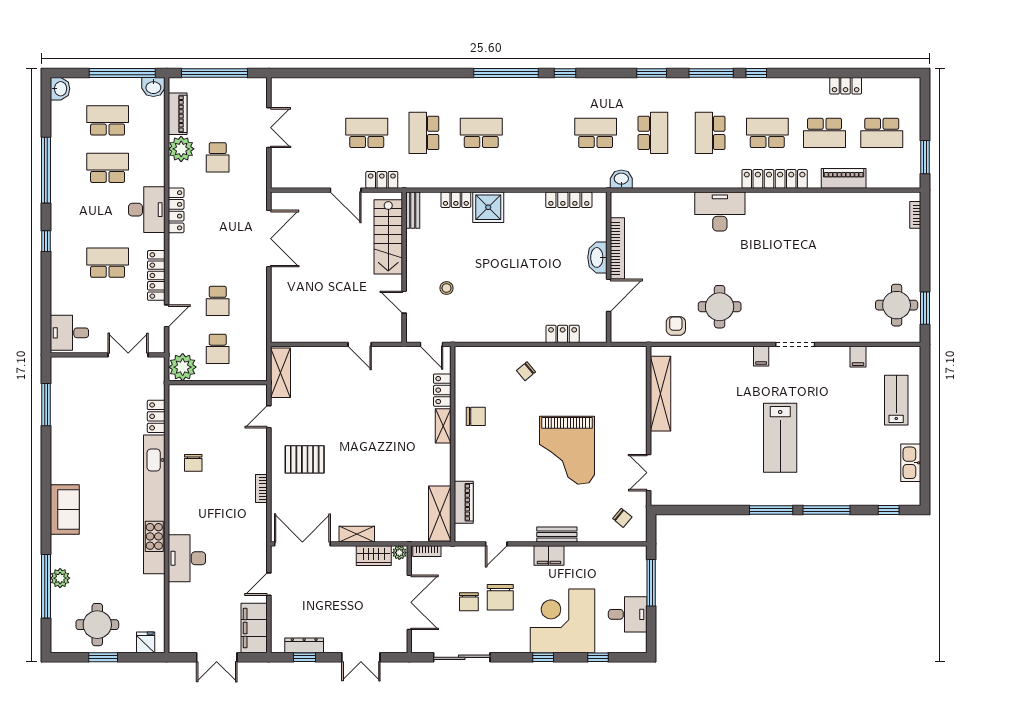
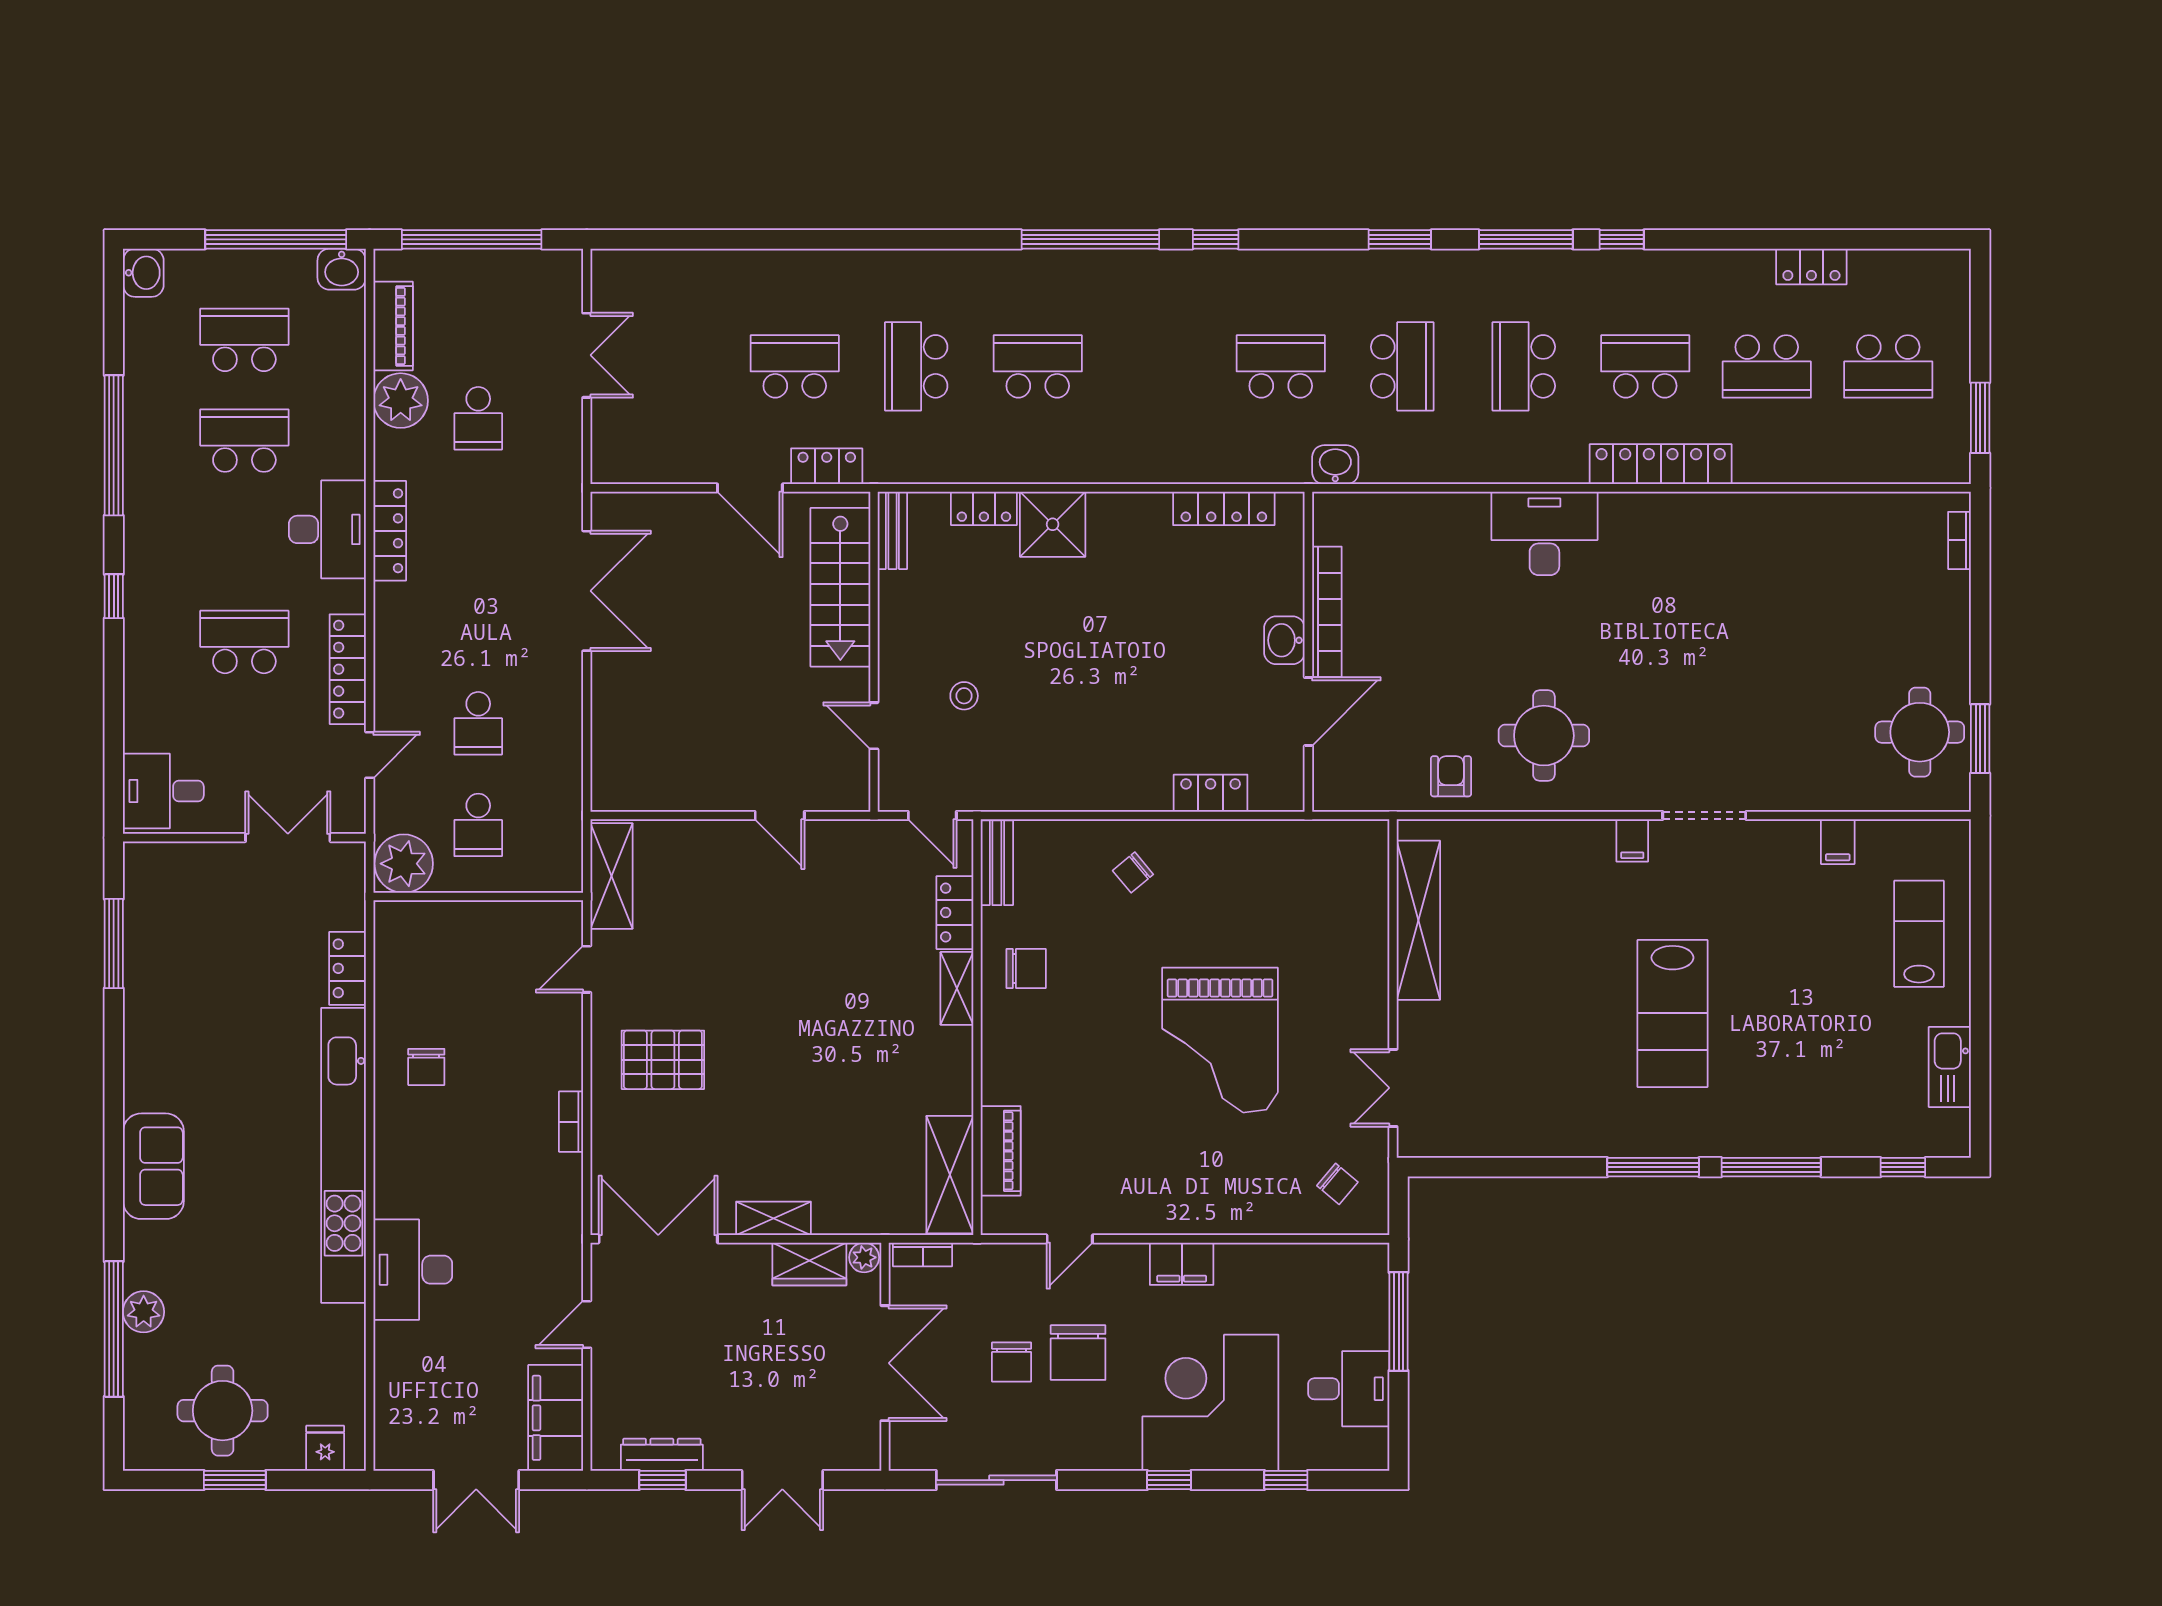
piano: (844, 178) -> (1807, 463), removed
washbasin: (597, 257) -> (1284, 640), width x0.72
bench: (557, 534) -> (997, 863), moved, turned 90

